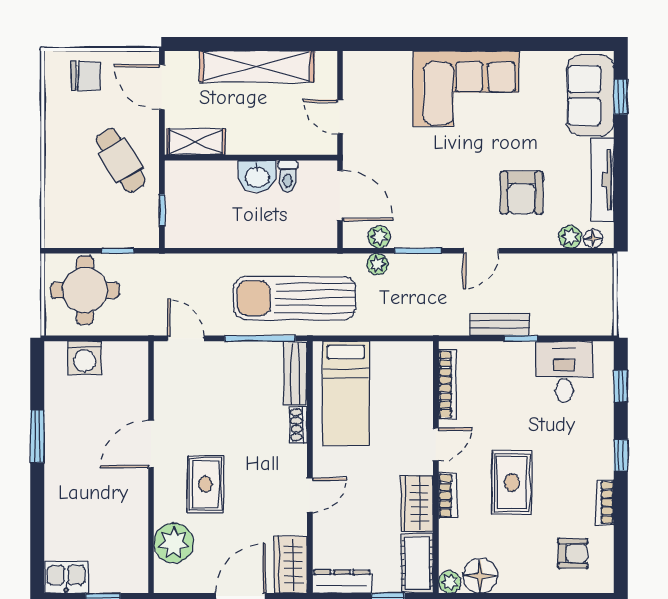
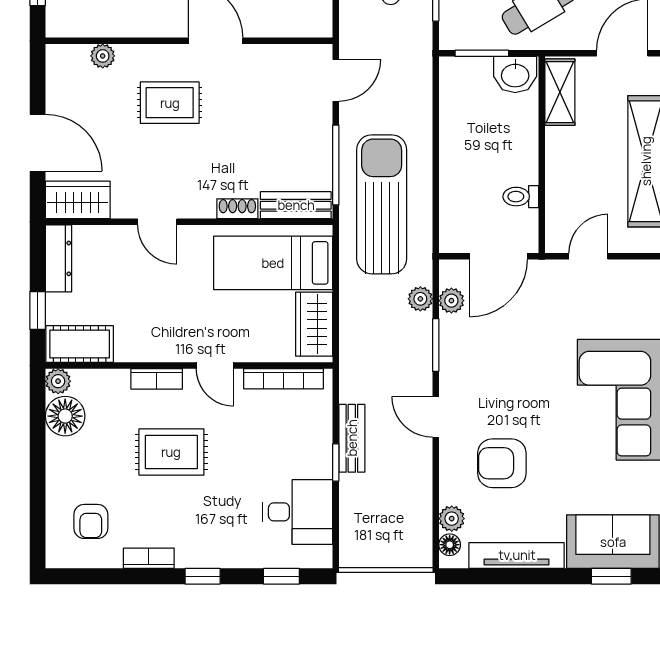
washbasin: (257, 176) -> (515, 75), moved, turned -90
window: (162, 210) -> (482, 53), width x1.50
wardrobe: (417, 503) -> (314, 324), moved, turned -90
plant: (174, 543) -> (103, 56), width x0.53, depth x0.53

